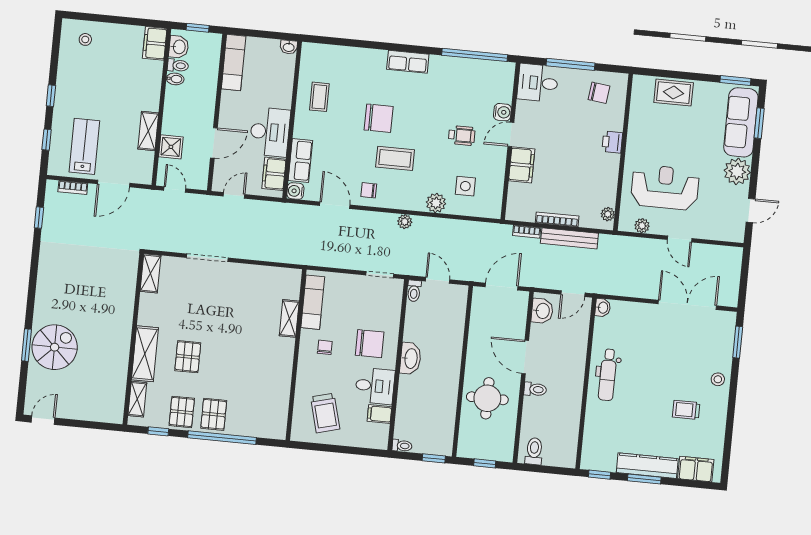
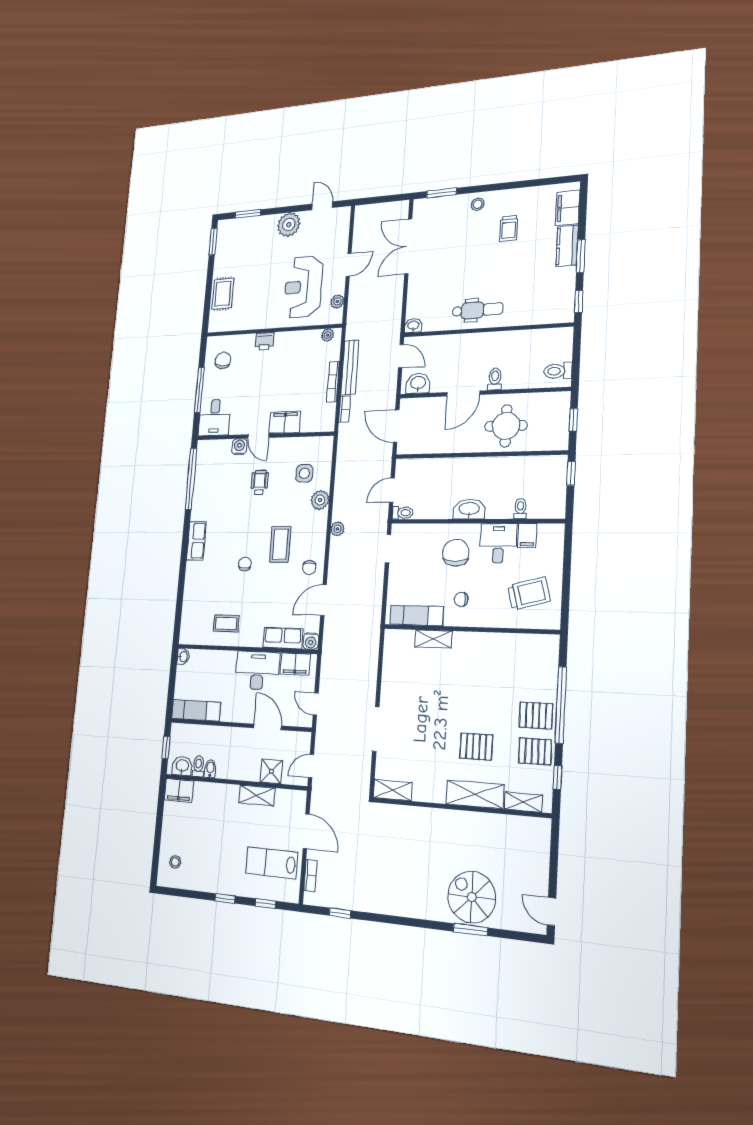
chair: (379, 118) -> (245, 564), width x0.54, depth x0.54
sofa: (741, 122) -> (247, 230), removed
toilet: (402, 446) -> (520, 509), moved
kitchen counter: (647, 466) -> (567, 246), width x0.67

